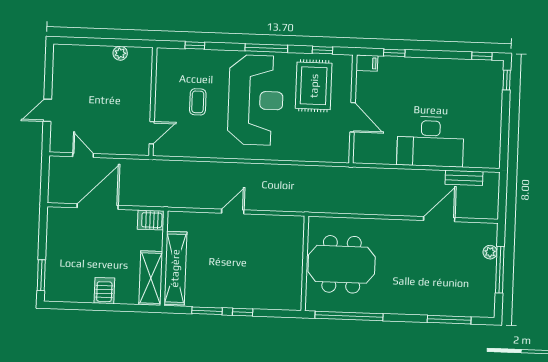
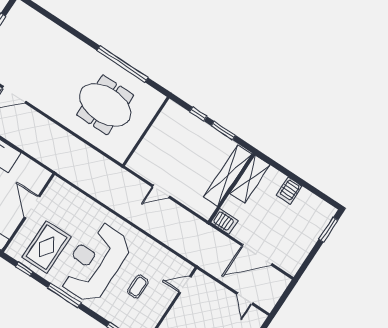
wall: (305, 263) -> (146, 131), moved
window: (449, 320) -> (51, 17), removed

